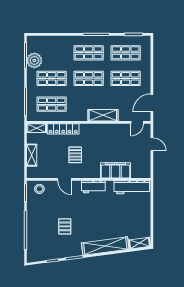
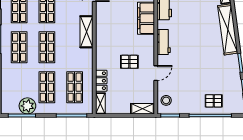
locker: (63, 129) -> (101, 81), width x0.66
shelving: (32, 155) -> (142, 109), moved
pallet: (65, 226) -> (214, 101), moved

